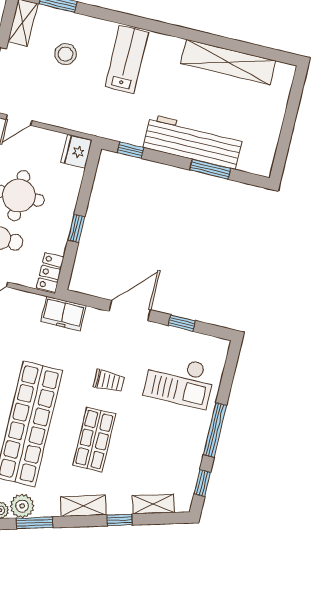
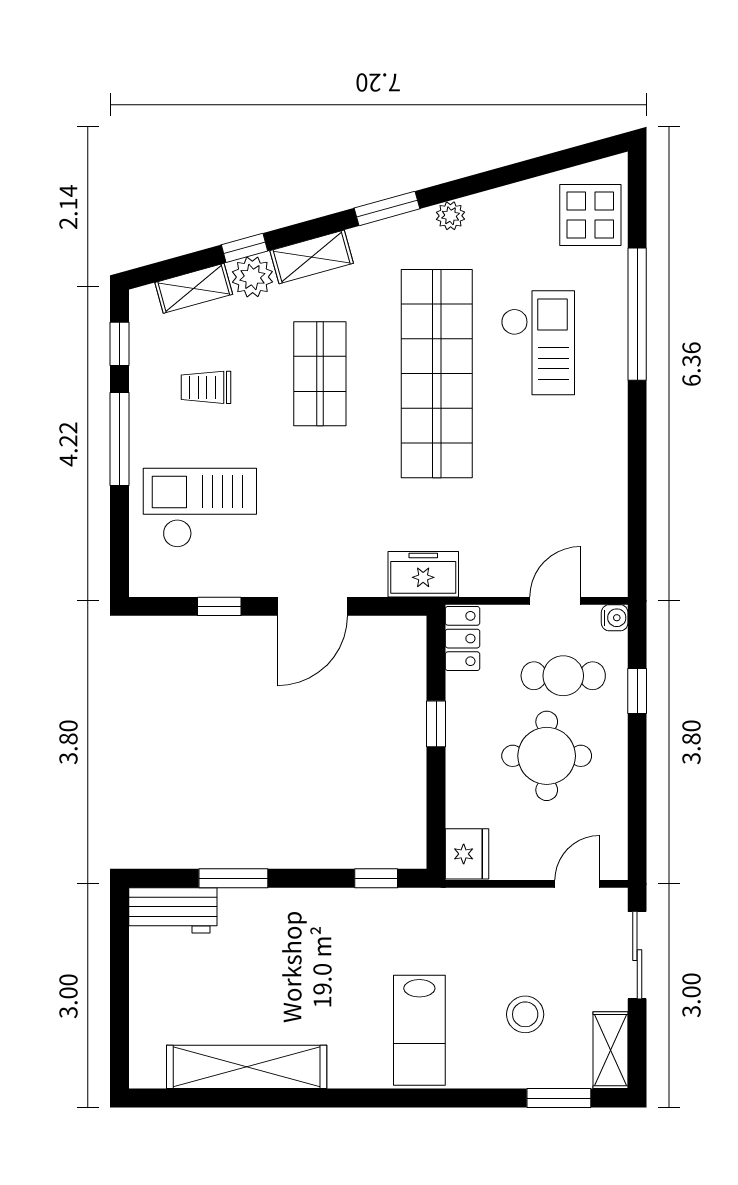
workbench: (193, 142) -> (173, 910), moved, width x0.53, depth x0.76
trolley: (109, 381) -> (206, 387), moved
plant: (22, 506) -> (252, 277), moved

